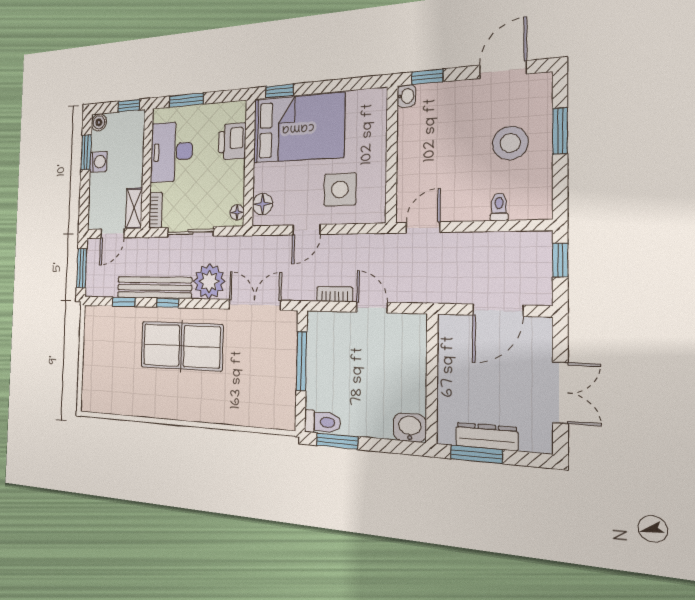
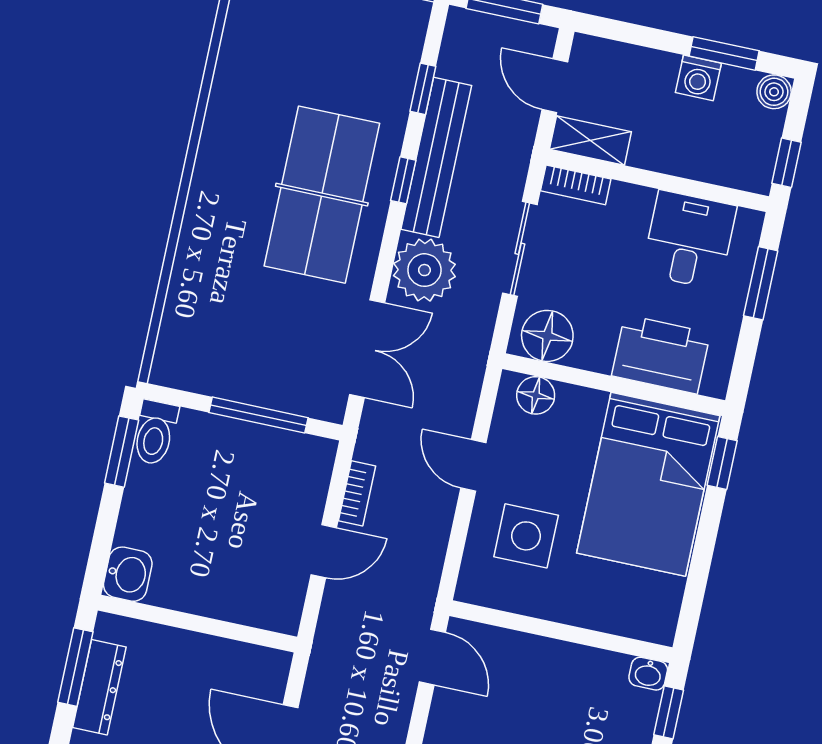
printer: (232, 141) -> (661, 354), width x1.37, depth x1.19
desk: (172, 152) -> (689, 240), width x0.73
floor lamp: (237, 212) -> (547, 336), width x1.89, depth x1.89

